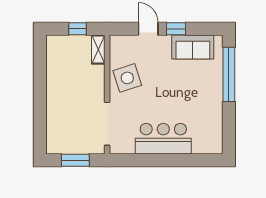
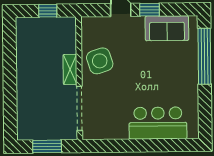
shelving: (98, 49) -> (70, 69), moved
bar counter: (163, 139) -> (158, 123), moved

